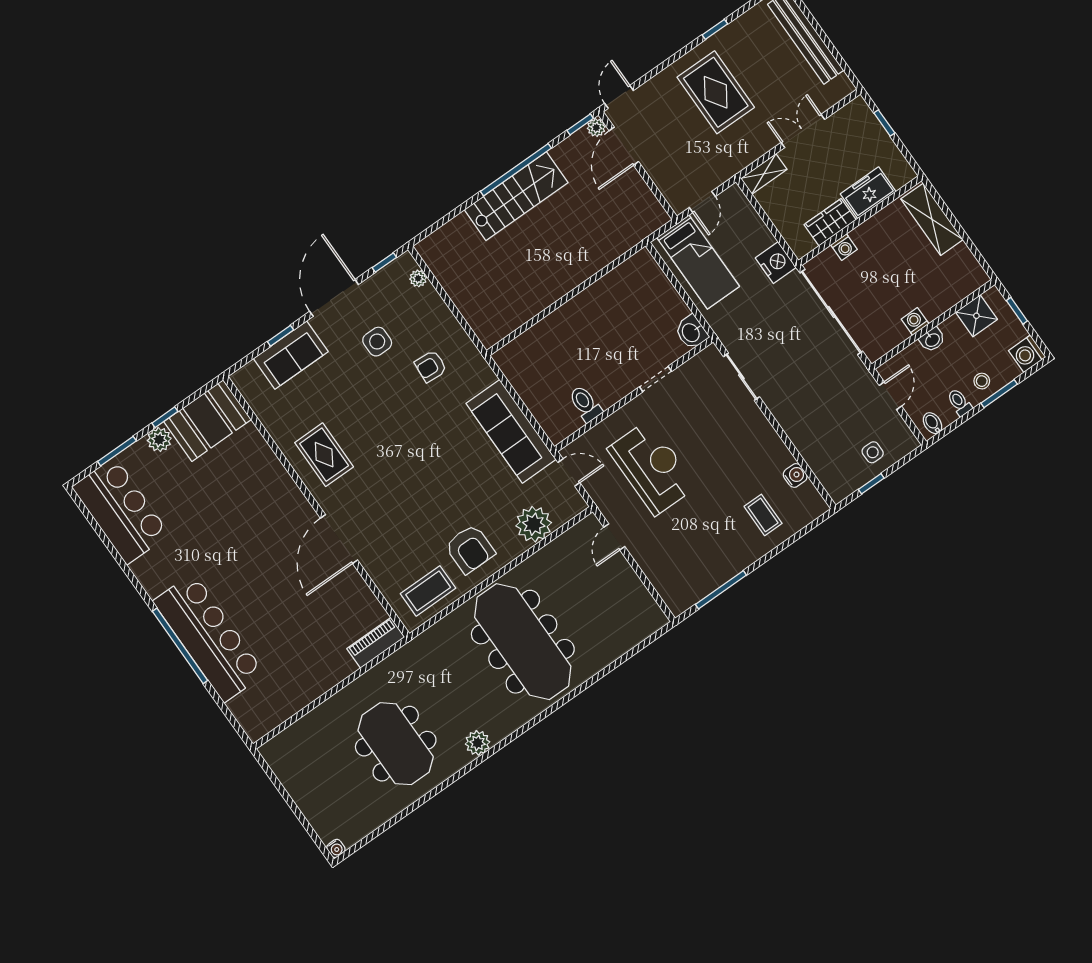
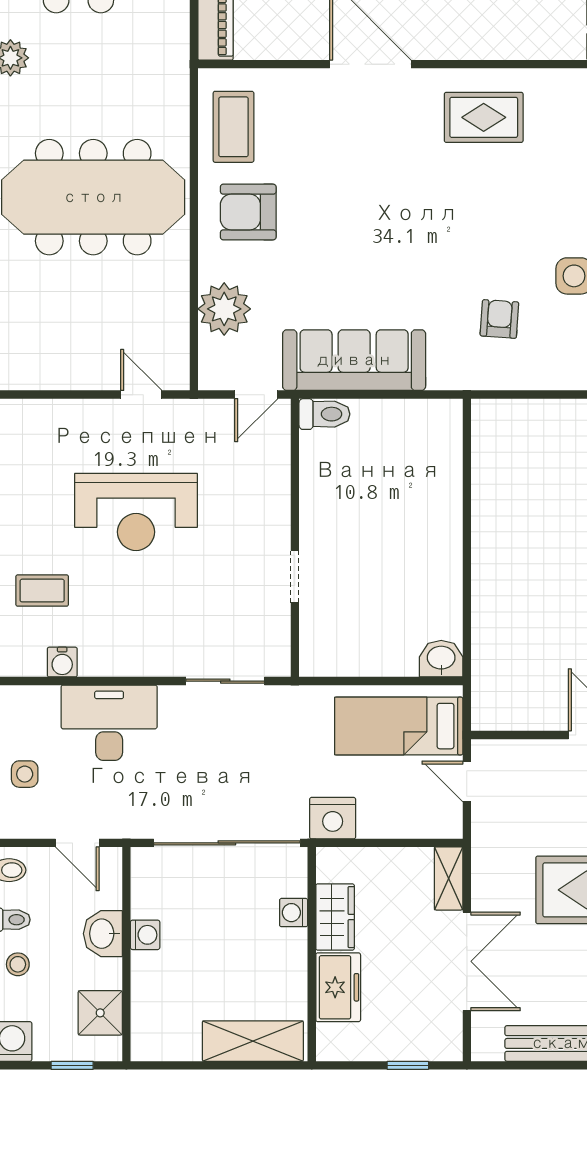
double door: (803, 131) -> (467, 961), width x1.37
washbasin: (691, 332) -> (441, 659), moved
washbasin: (932, 340) -> (103, 934), width x1.38, depth x1.45
toilet: (585, 404) -> (324, 414), moved
desk: (811, 425) -> (109, 723), added
reception desk: (652, 468) -> (136, 512), moved

